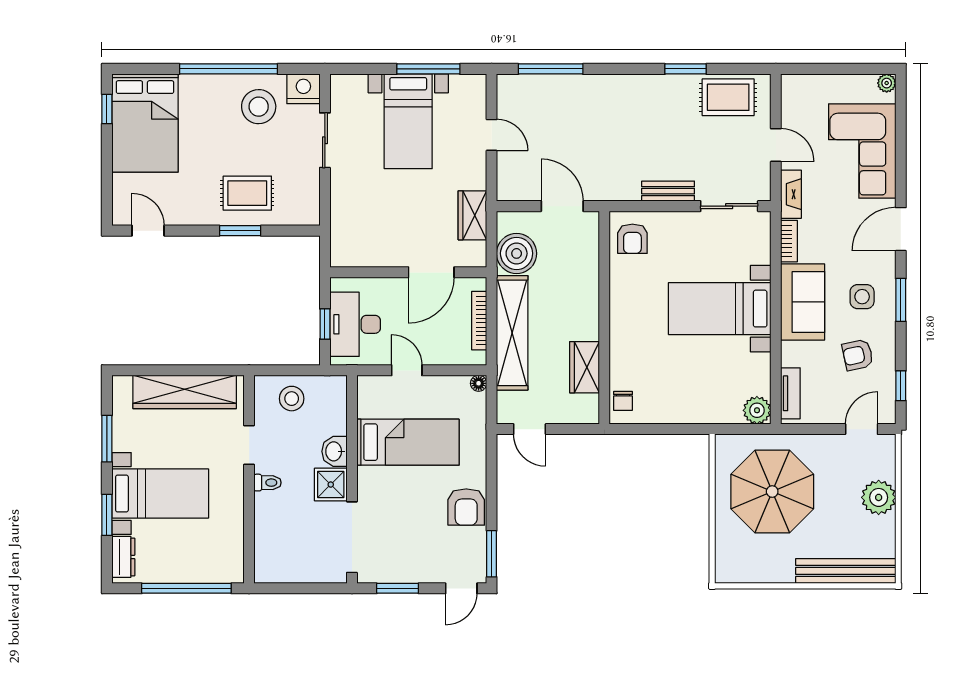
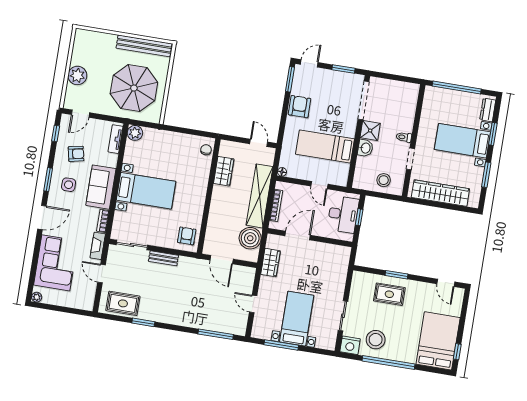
bench: (846, 571) -> (144, 46), moved

